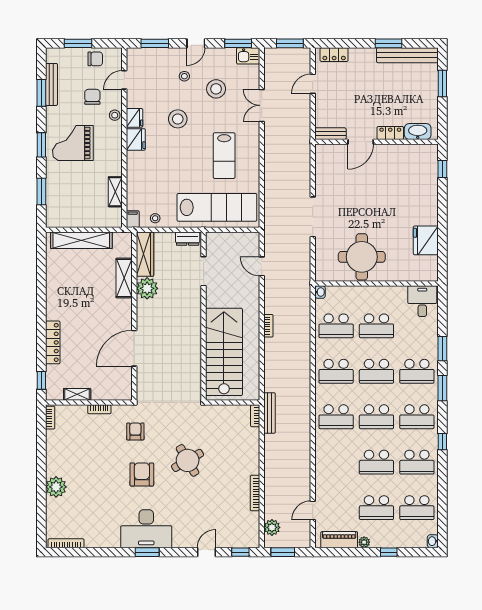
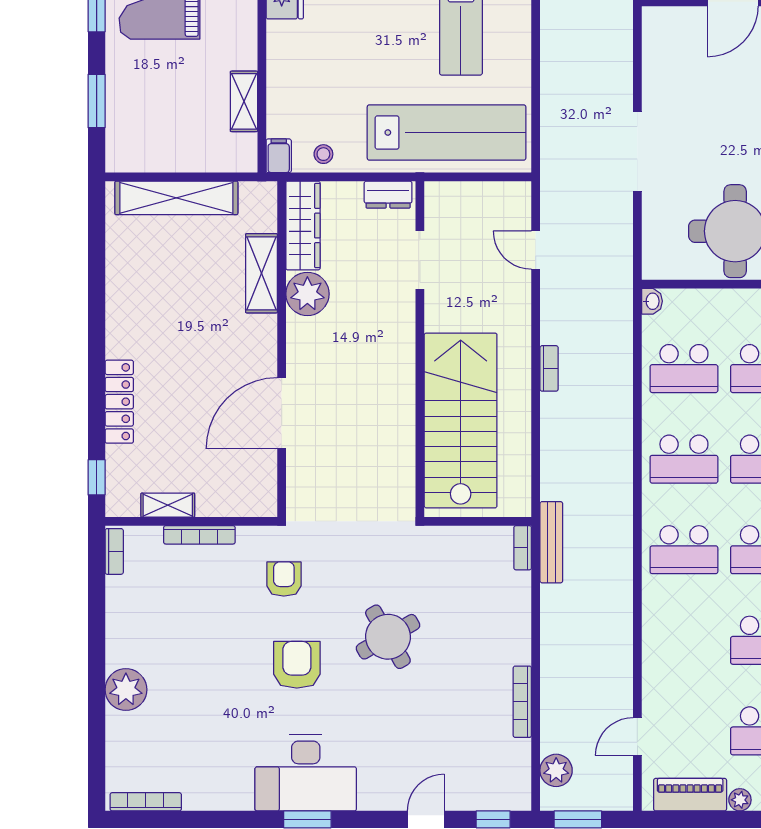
bookcase: (99, 409) -> (199, 535), width x1.56

